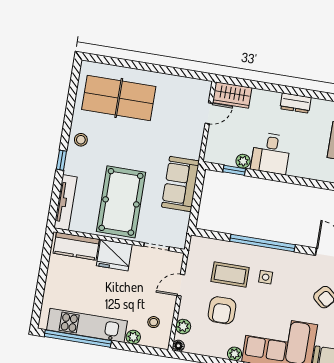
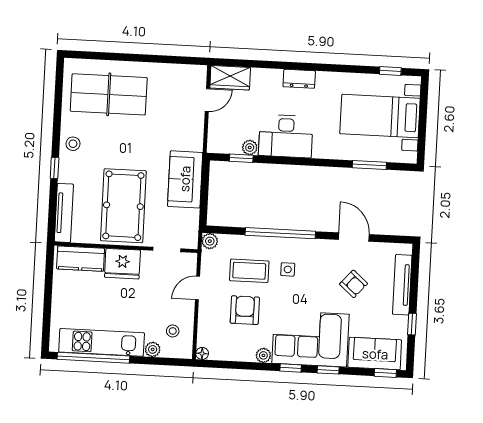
desk: (271, 153) -> (286, 136), width x1.37
armchair: (222, 310) -> (245, 310), turned 180
plant: (183, 327) -> (210, 241), moved

